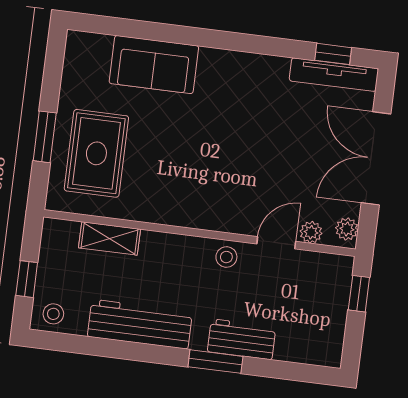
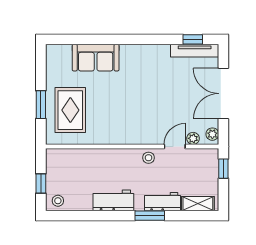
shelving: (109, 238) -> (198, 204), moved
workbench: (140, 324) -> (113, 200), width x0.73

